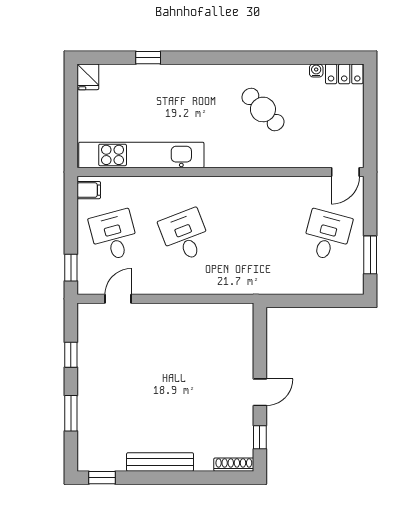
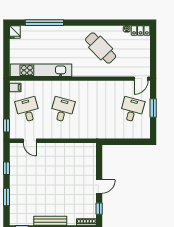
window: (148, 58) -> (44, 23), width x3.17
cafe table: (263, 109) -> (101, 48), width x1.37, depth x1.35
desk: (185, 235) -> (62, 110), turned 36
window: (370, 255) -> (153, 108), moved
door: (118, 299) -> (30, 141), swing flipped

